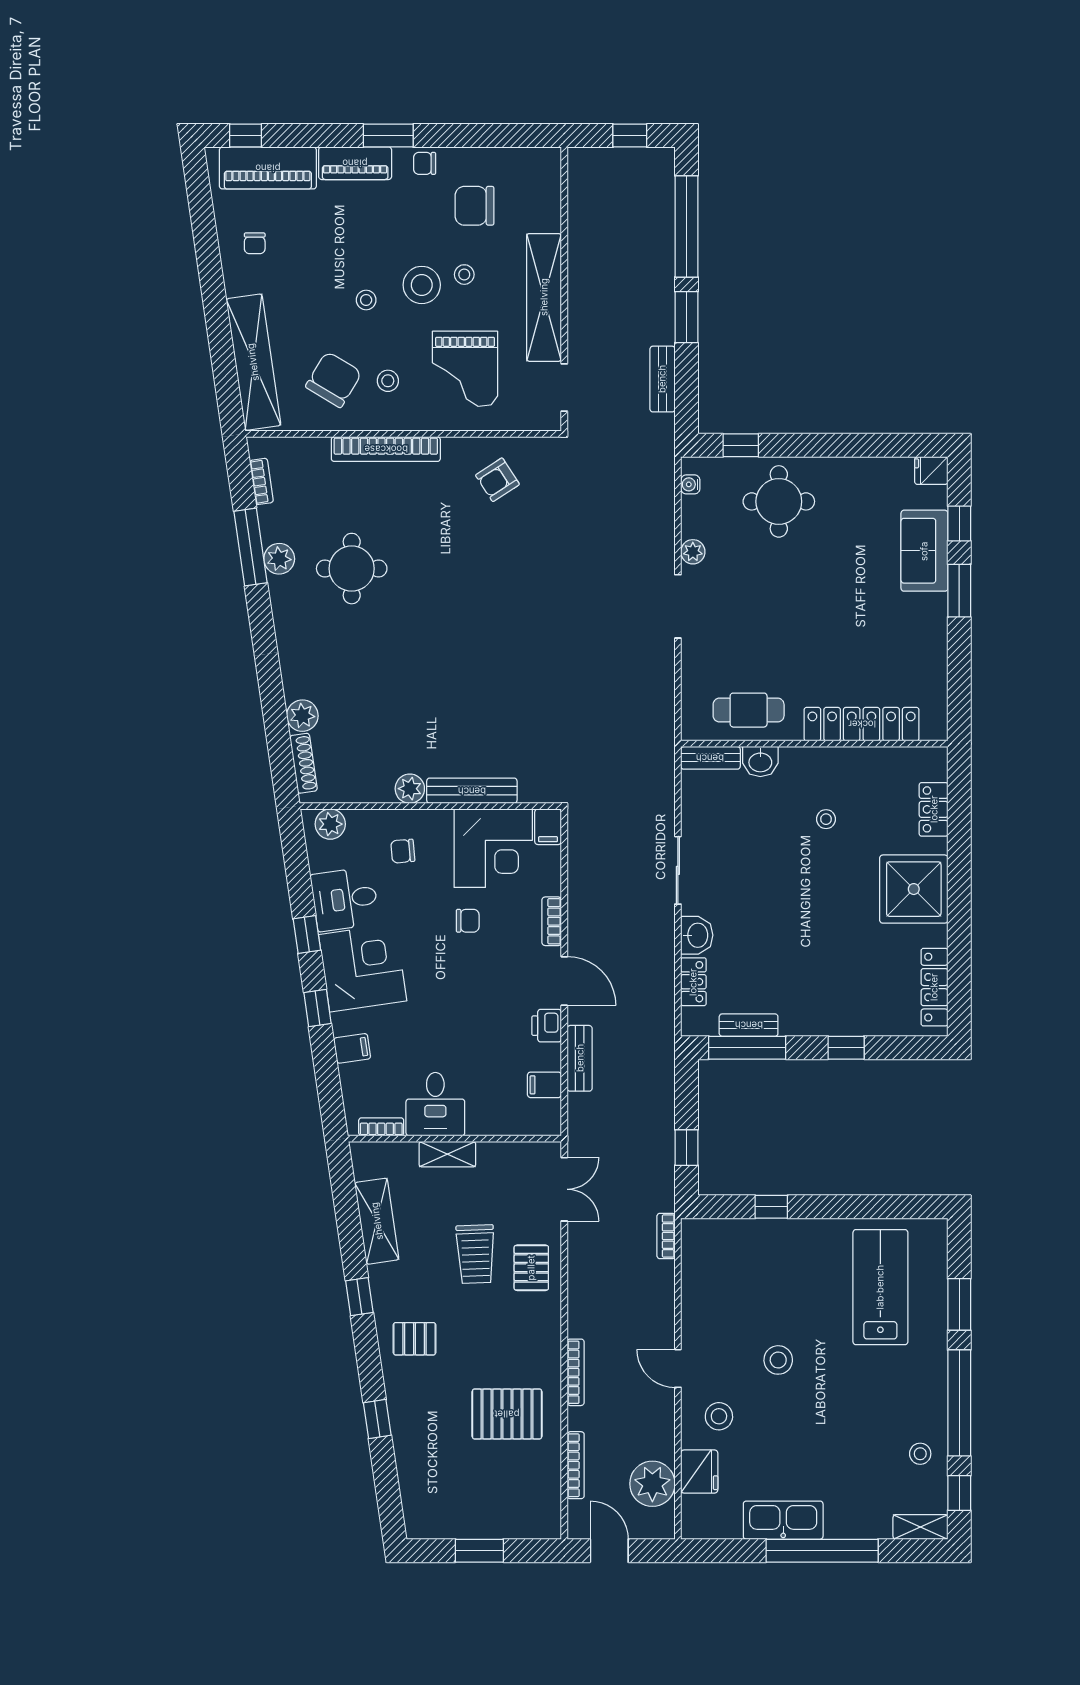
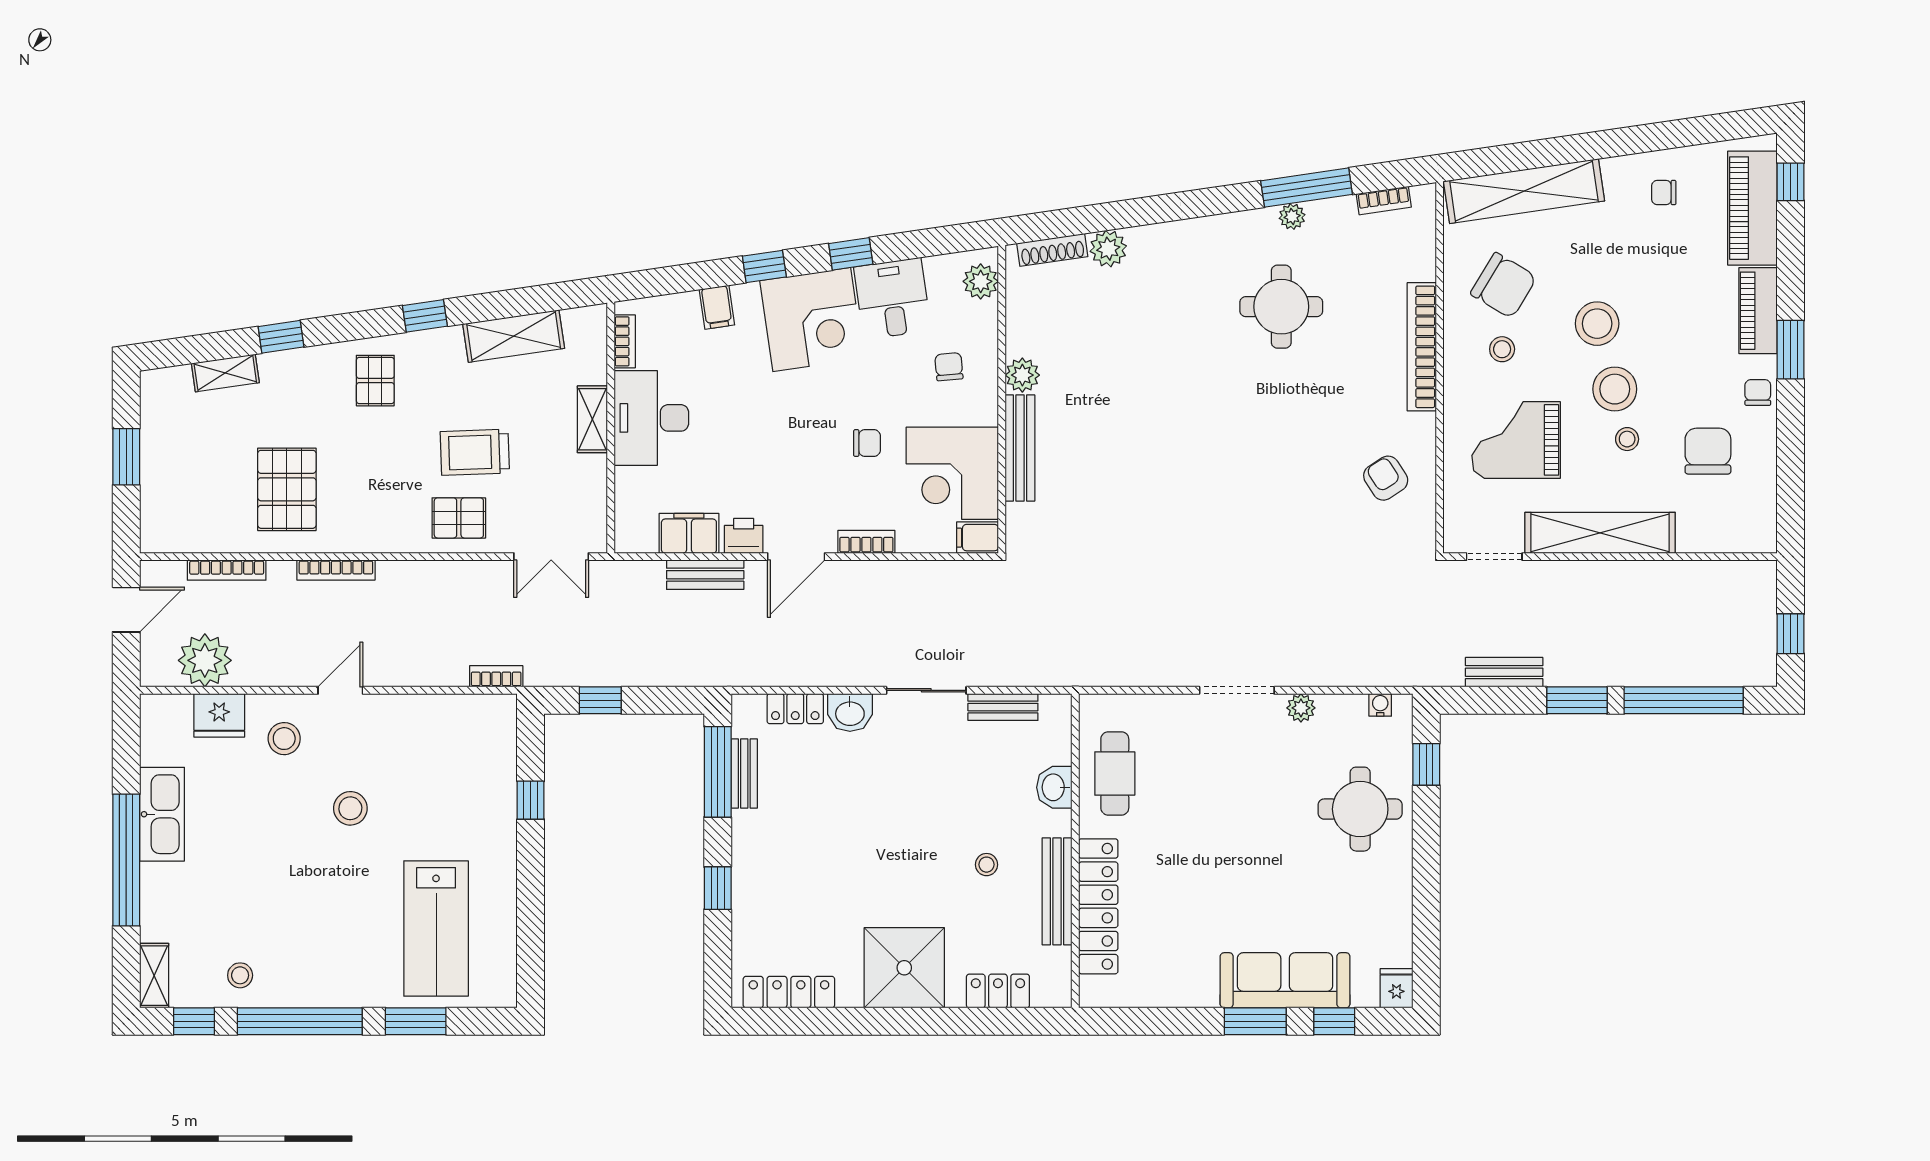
stool: (366, 300) -> (1597, 324), width x1.89, depth x1.89
sofa: (924, 551) -> (1285, 980), width x1.36
plant: (279, 559) -> (1292, 216), width x0.73, depth x0.73
bench: (710, 758) -> (1003, 707), moved, turned 90
bench: (849, 759) -> (1057, 891), added
chair: (468, 921) -> (867, 443), turned -90
filing cabinet: (544, 1085) -> (689, 533), width x2.00
desk: (435, 1104) -> (651, 418), width x1.37
lab bench: (880, 1287) -> (436, 928), turned 90
shelving: (408, 1466) -> (225, 373), added

